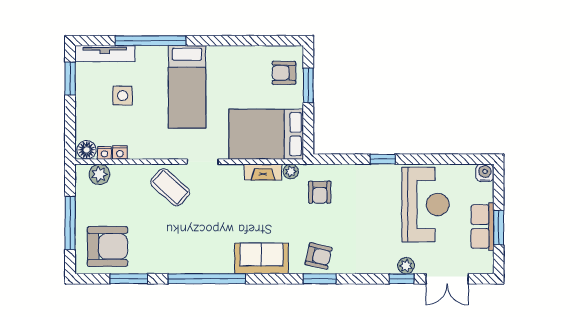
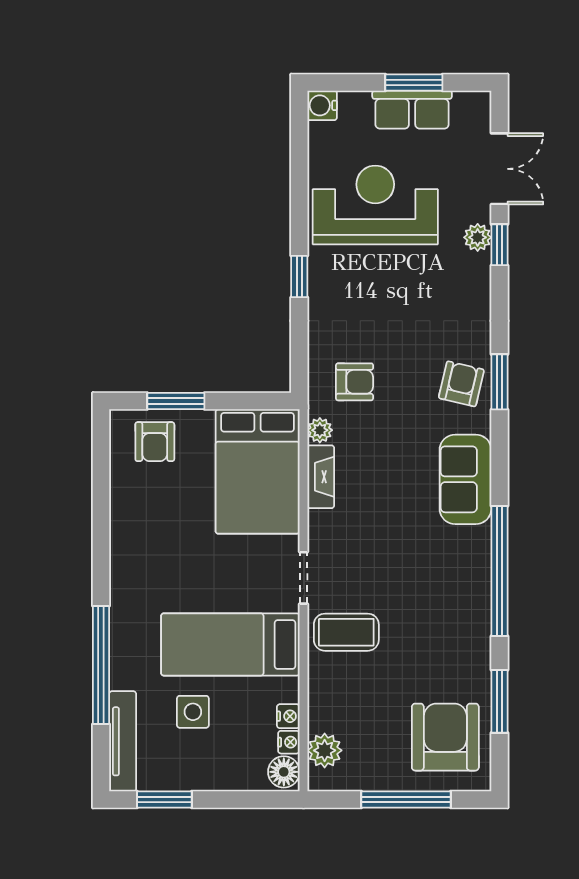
bed: (187, 87) -> (230, 644), moved, turned 180
coffee table: (170, 187) -> (346, 632), turned 48

